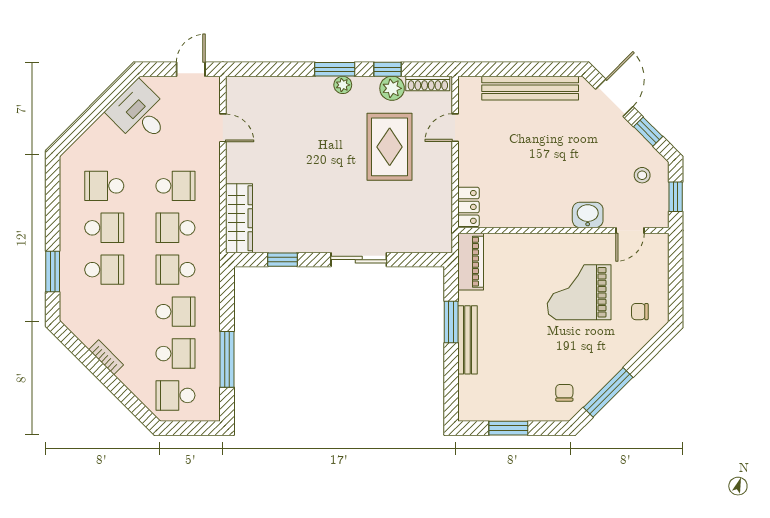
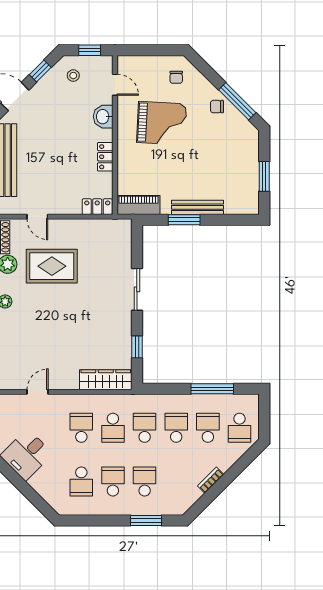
locker: (535, 218) -> (105, 157), added
school desk: (175, 270) -> (145, 428), turned 180
grand piano: (579, 292) -> (162, 123), turned -87
chair: (564, 393) -> (217, 107), moved

